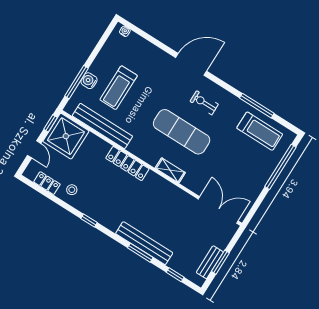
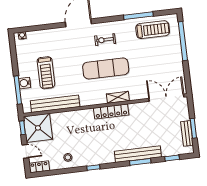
locker: (127, 163) -> (111, 111), moved
locker: (47, 183) -> (39, 167), moved

